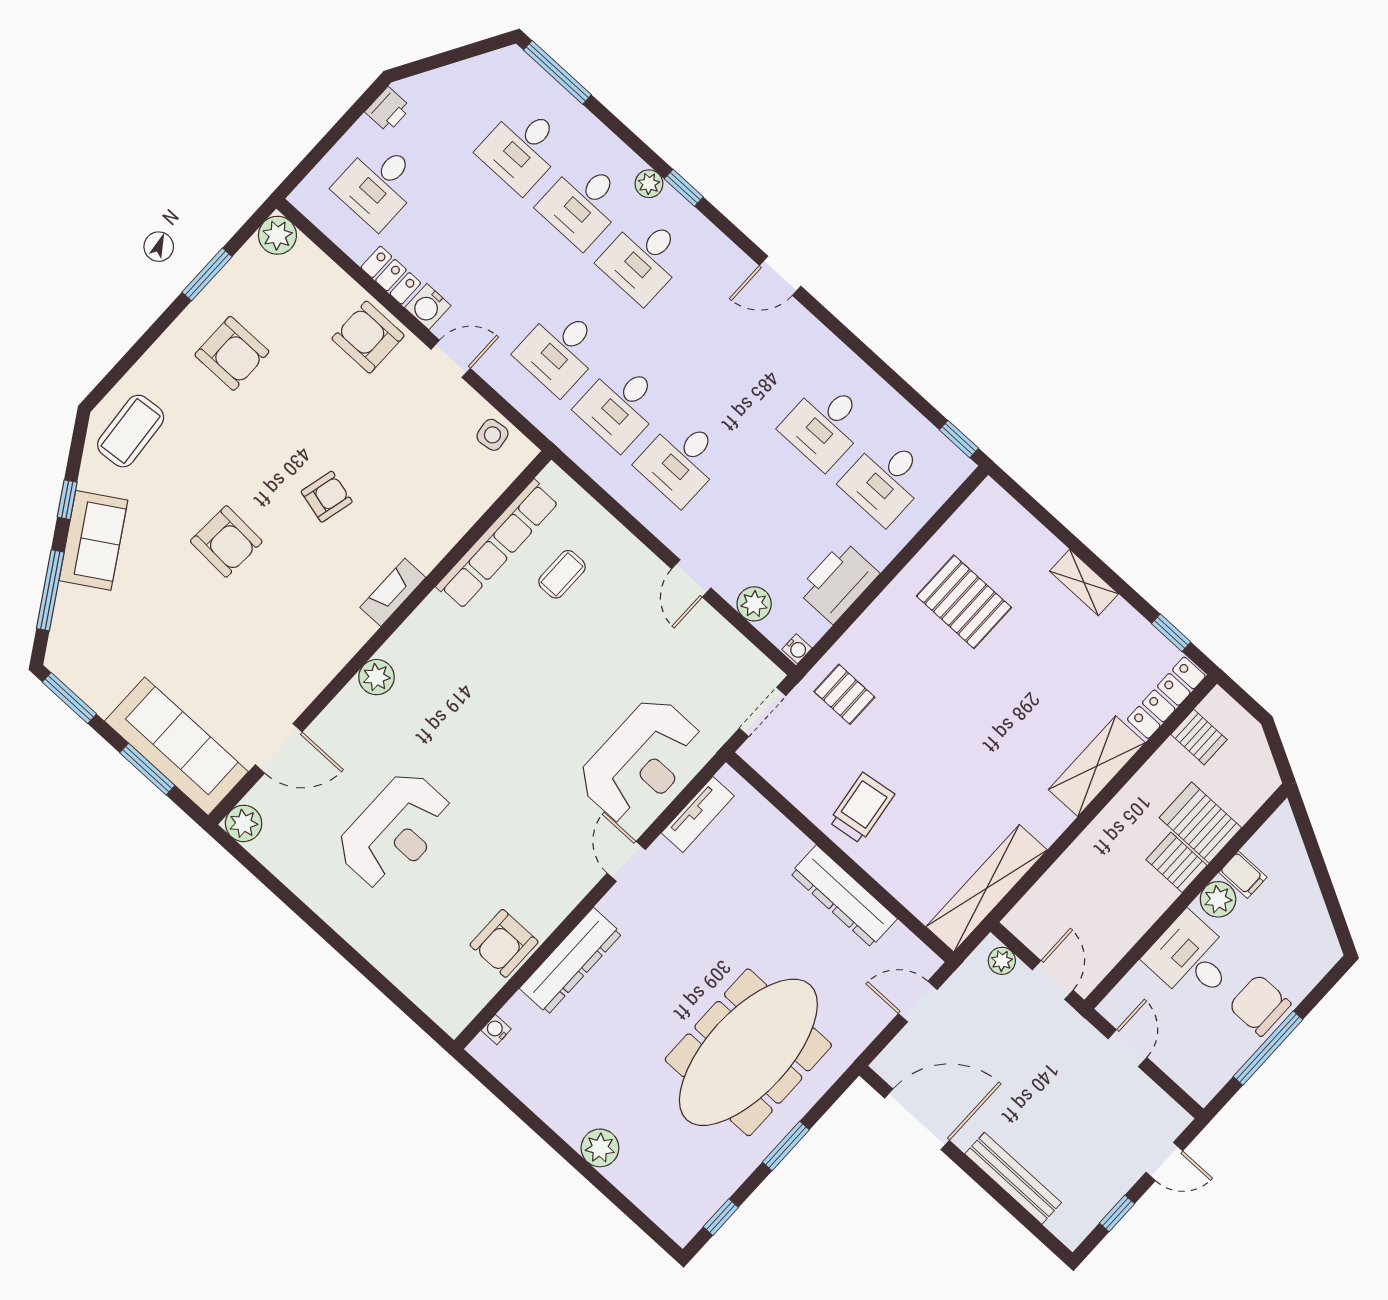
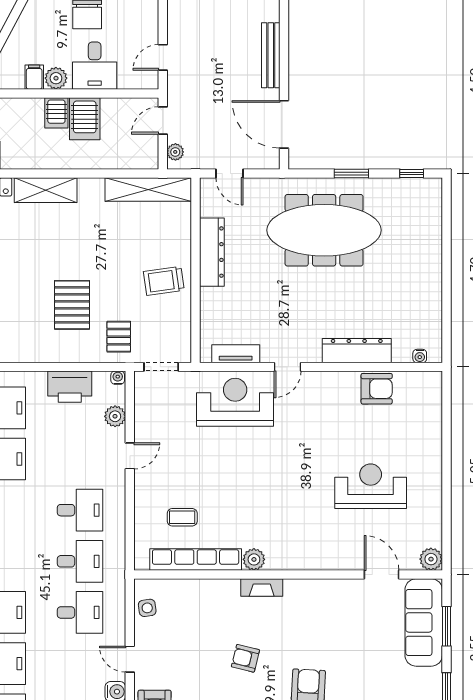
pallet: (964, 602) -> (72, 305), moved
plant: (376, 677) -> (254, 559), moved
server rack: (1200, 823) -> (85, 119), moved
plant: (600, 1148) -> (431, 258), removed

